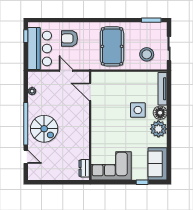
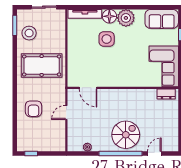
bar counter: (40, 49) -> (44, 139), removed
stool: (147, 54) -> (29, 33), moved
door: (90, 92) -> (88, 88), hinge flipped

